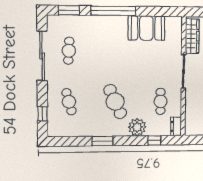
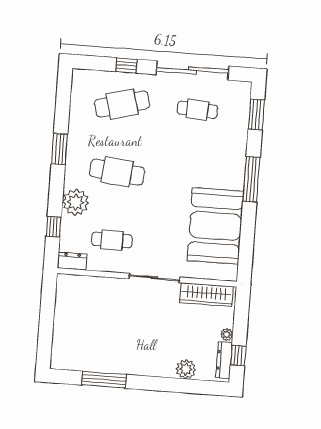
window: (113, 11) -> (251, 179), width x0.68
booth: (146, 28) -> (215, 226), width x1.36, depth x1.42
cafe table: (69, 102) -> (122, 104), width x1.37, depth x1.35
cafe table: (115, 102) -> (117, 172), turned 30
window: (42, 114) -> (126, 65), moved

